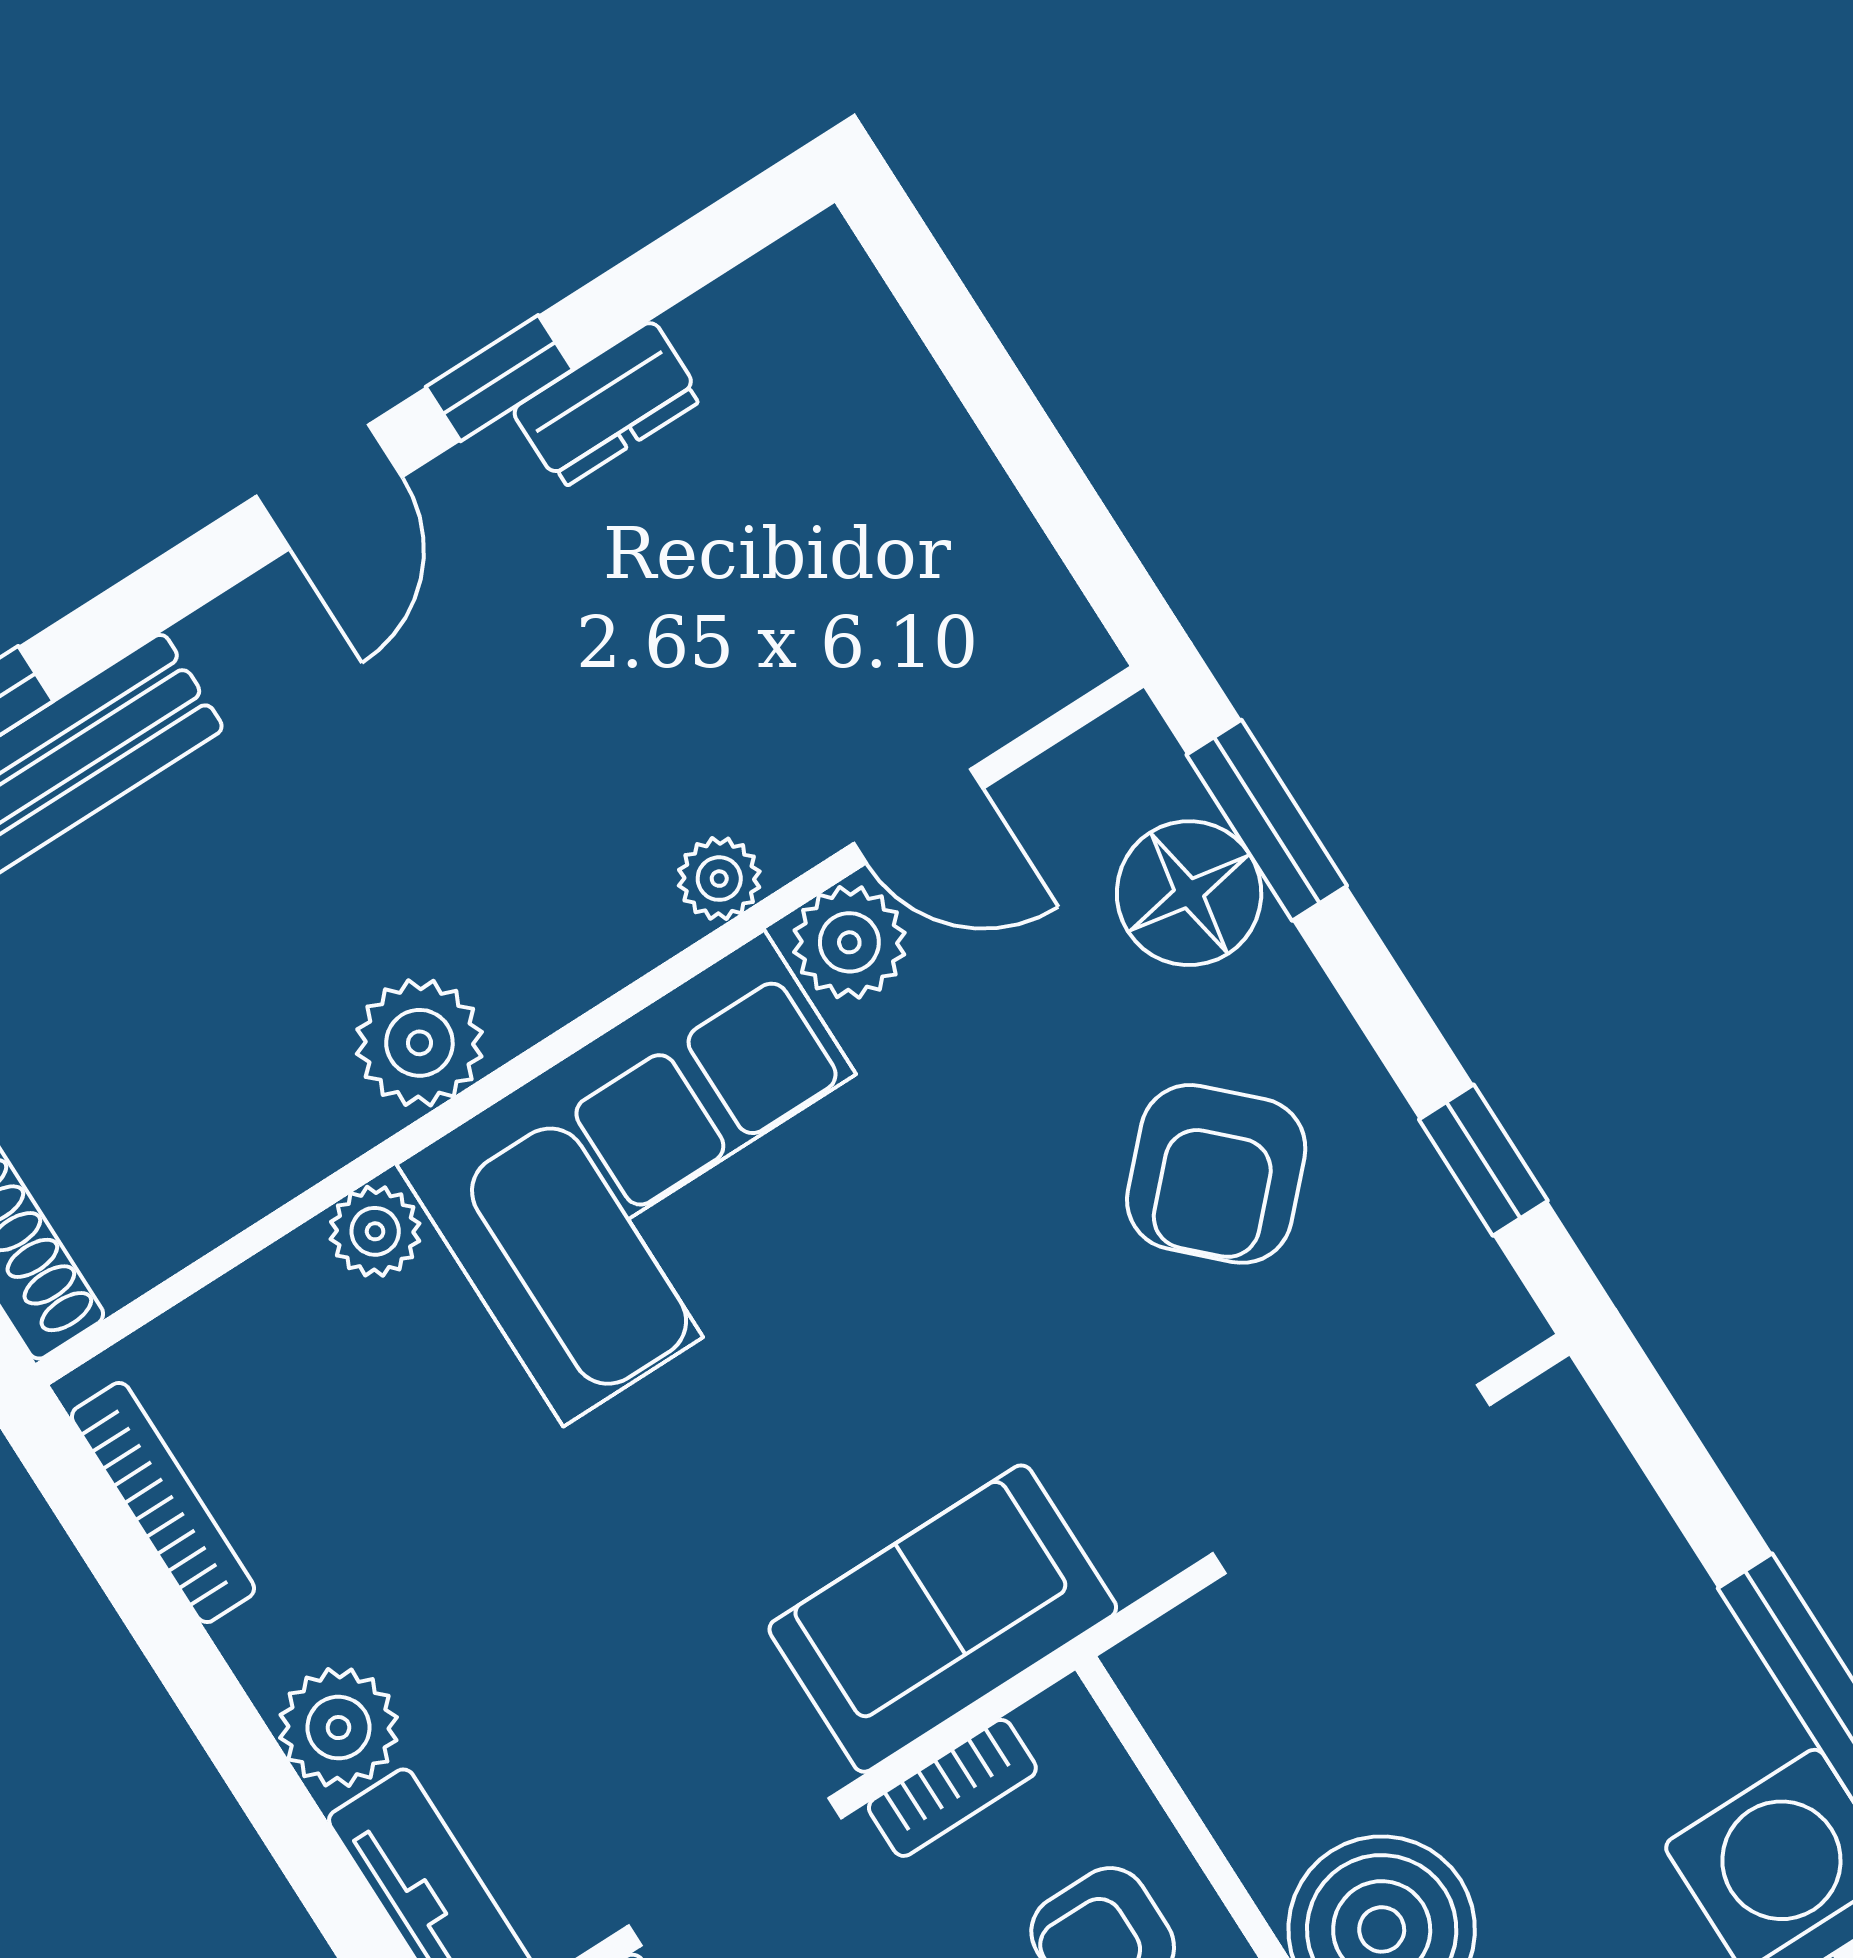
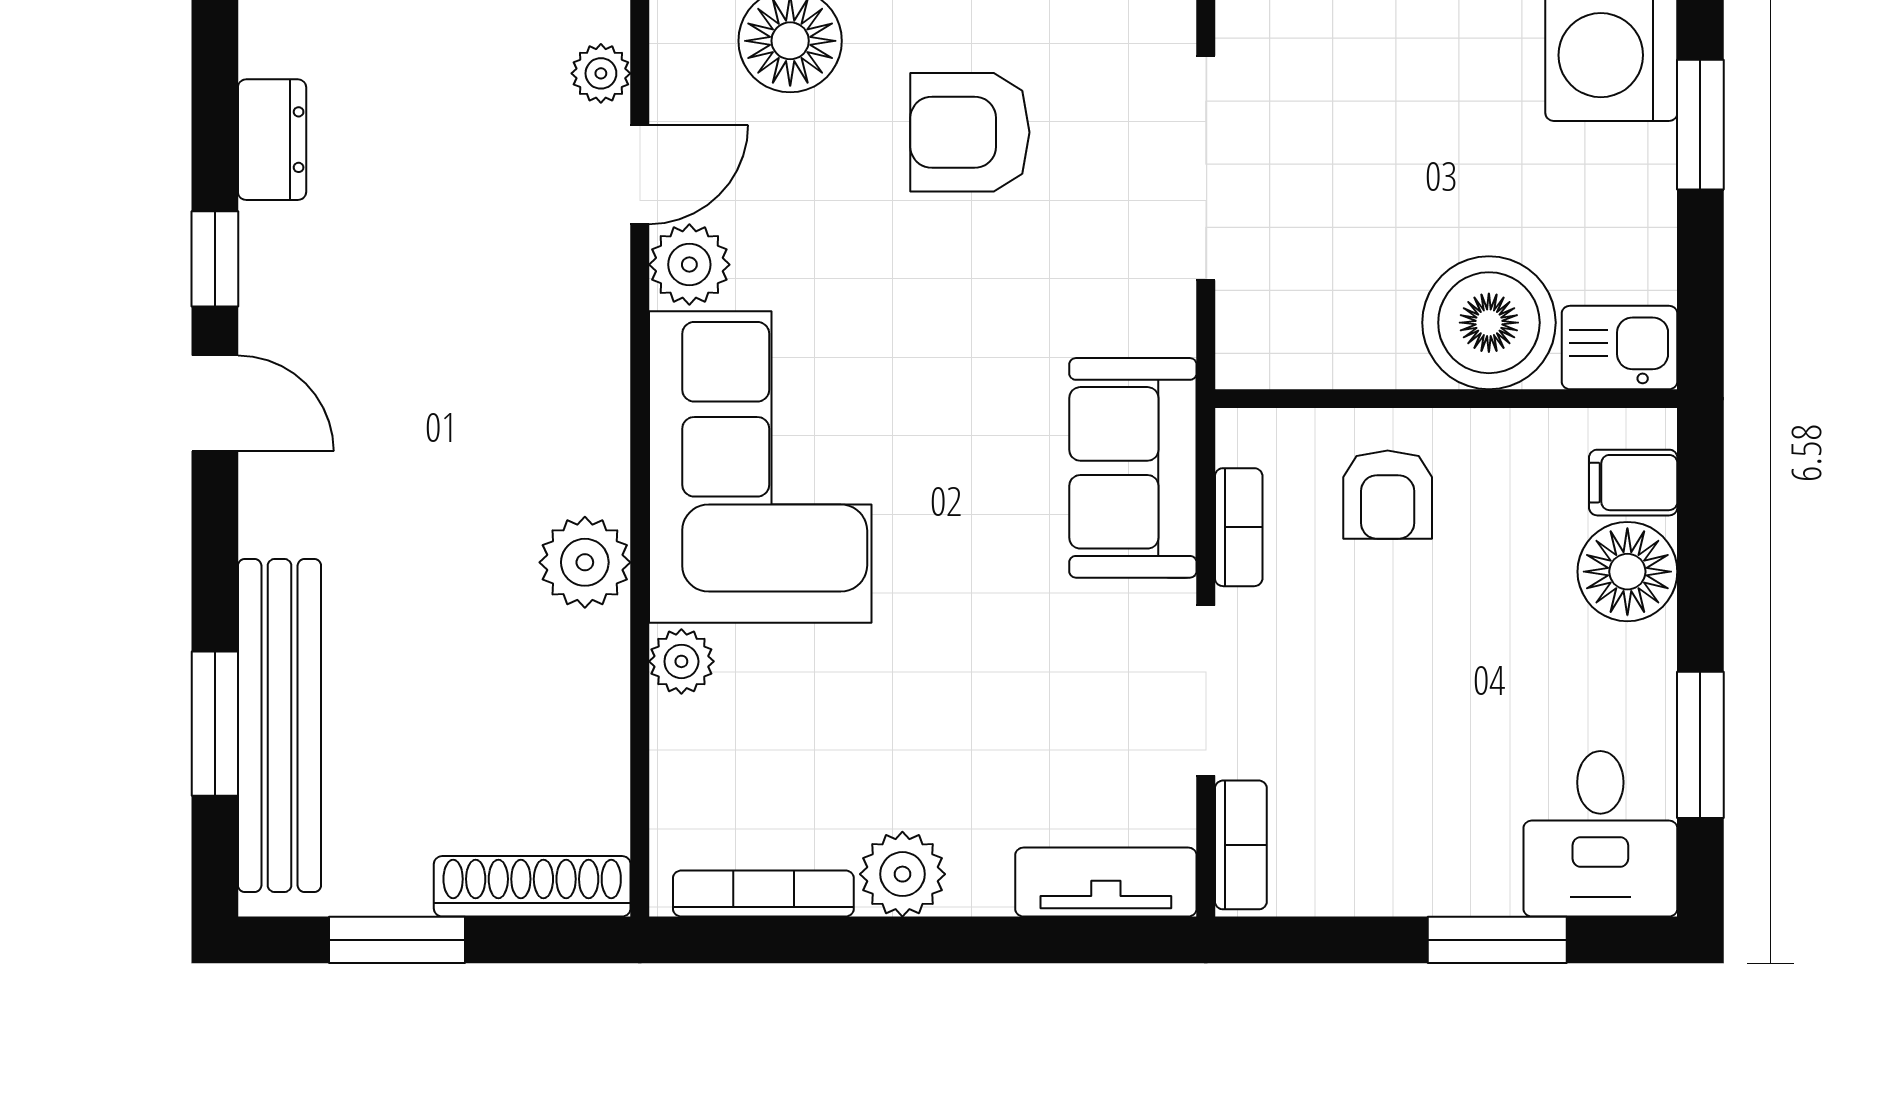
dresser: (607, 404) -> (272, 140), moved
plant: (719, 879) -> (601, 73), moved
armchair: (1216, 1174) -> (970, 132), turned 136
plant: (338, 1728) -> (902, 874), moved

